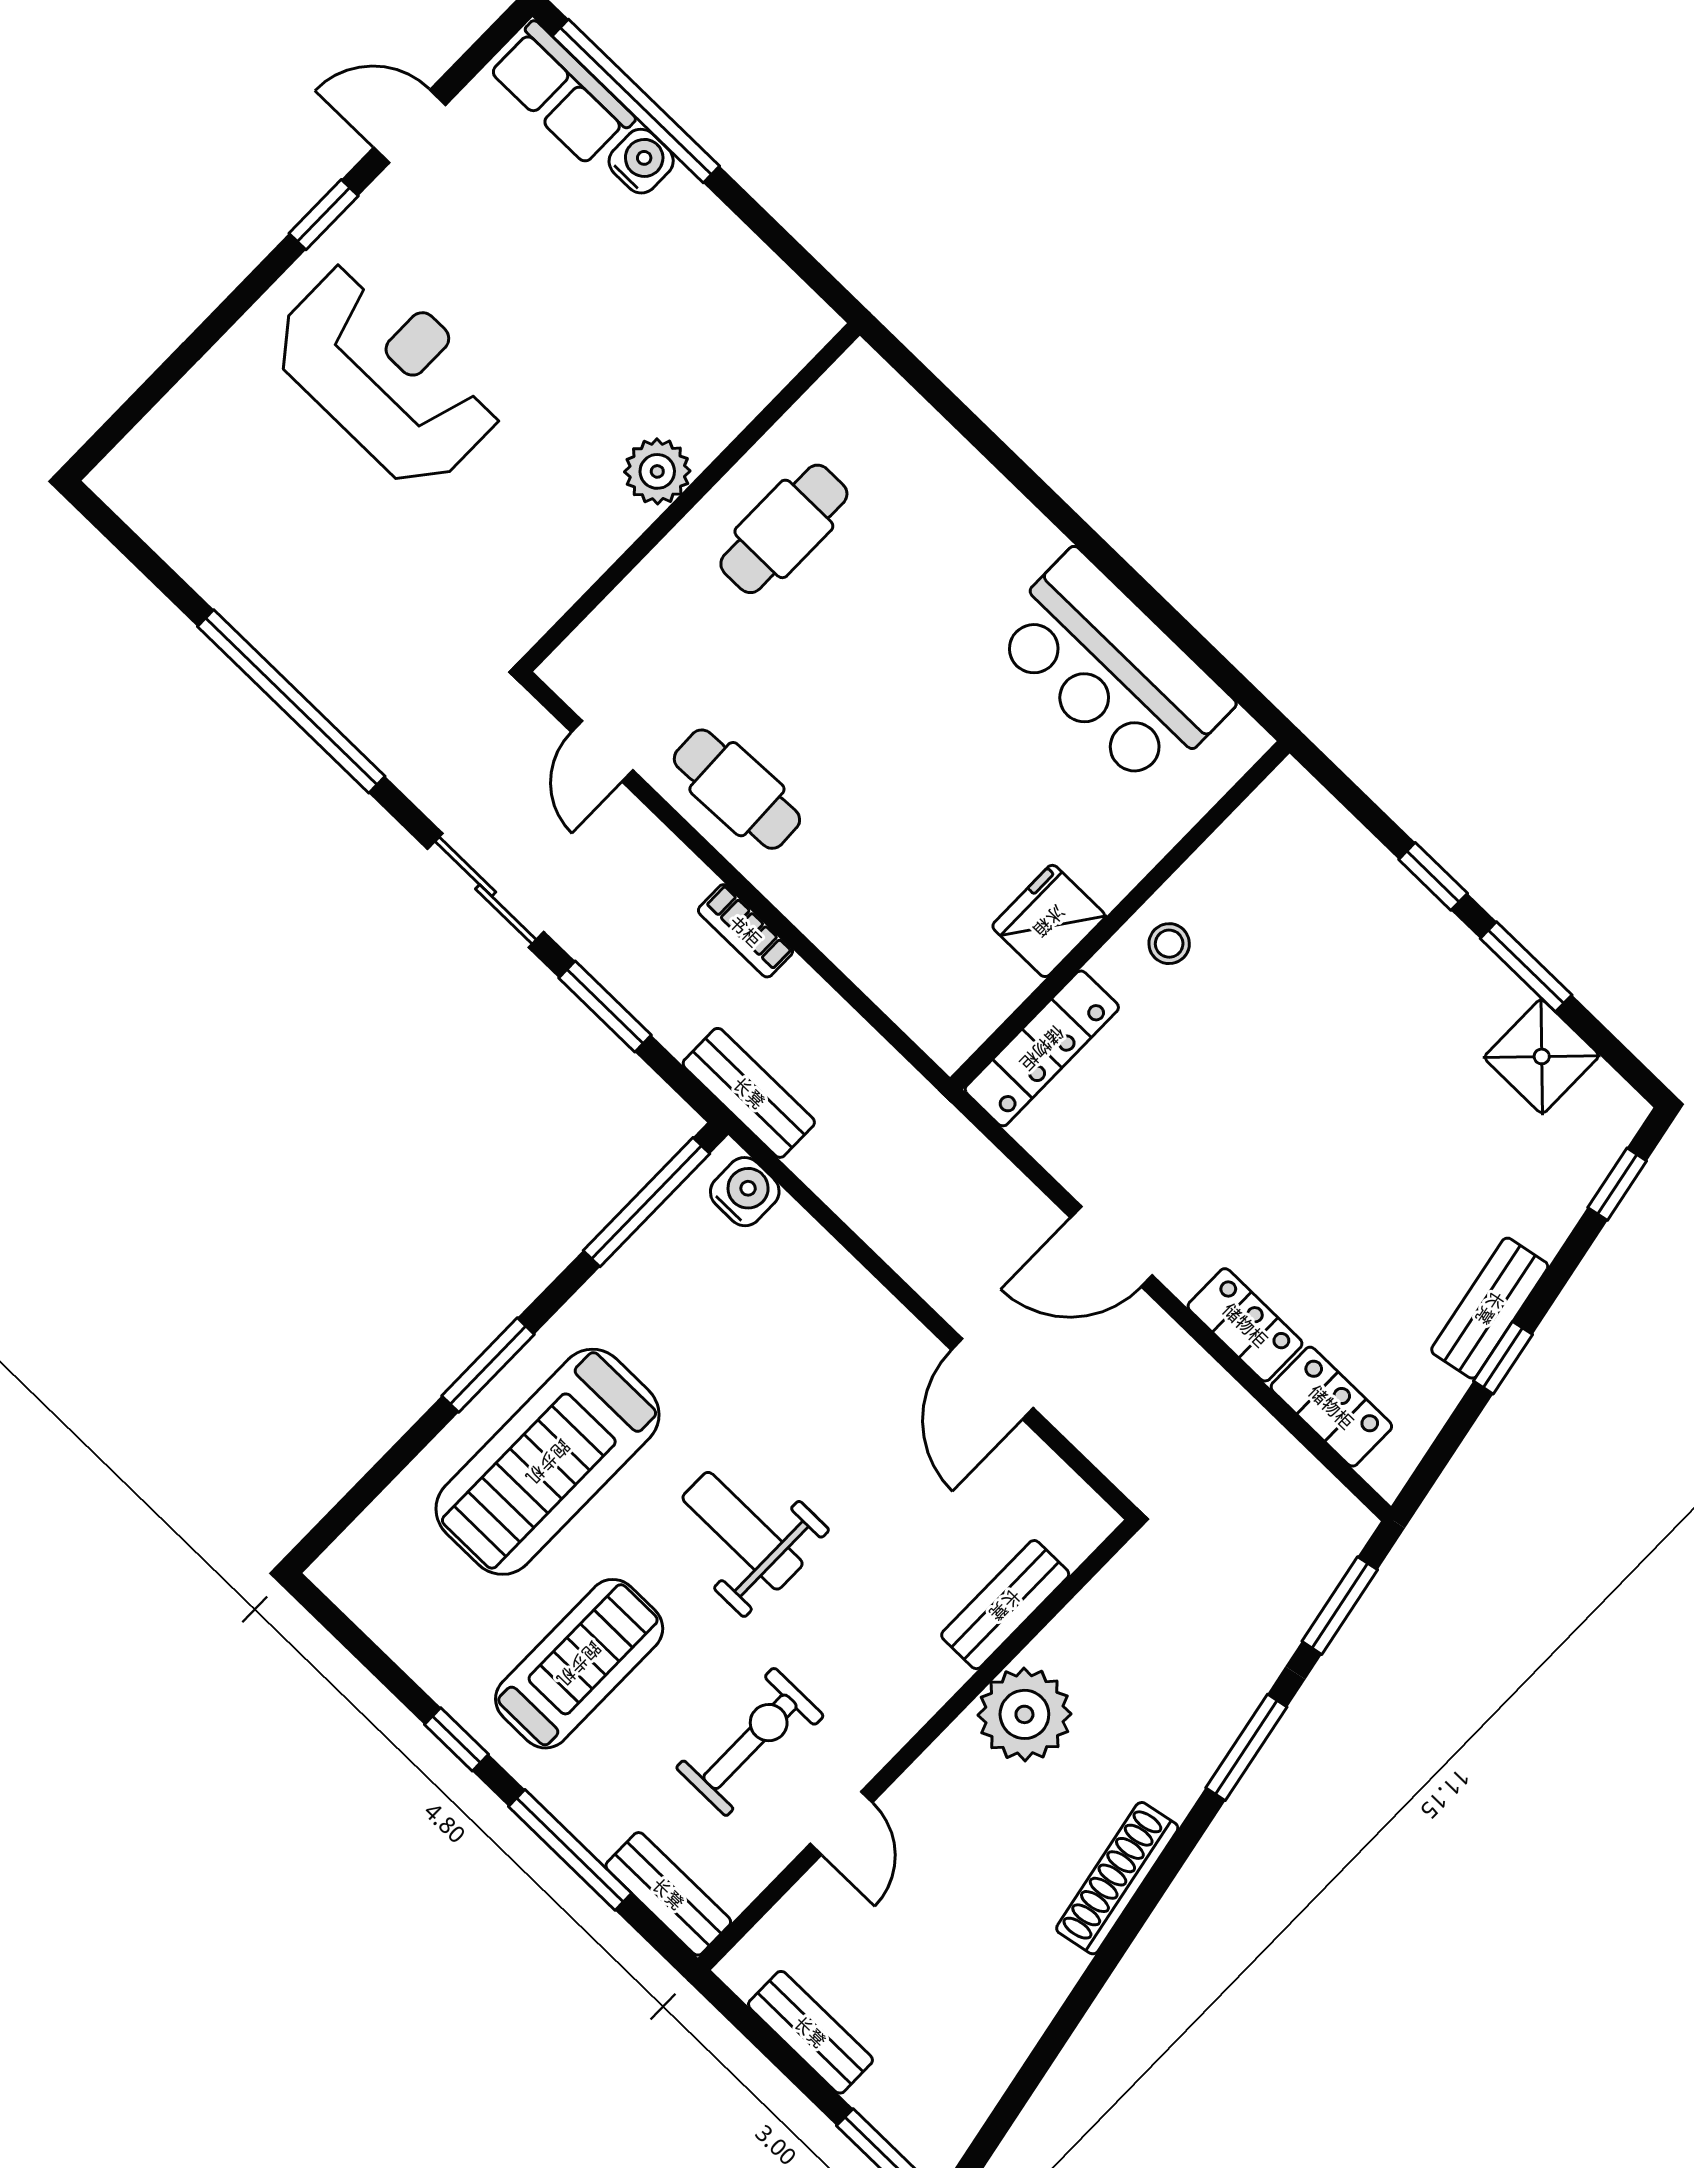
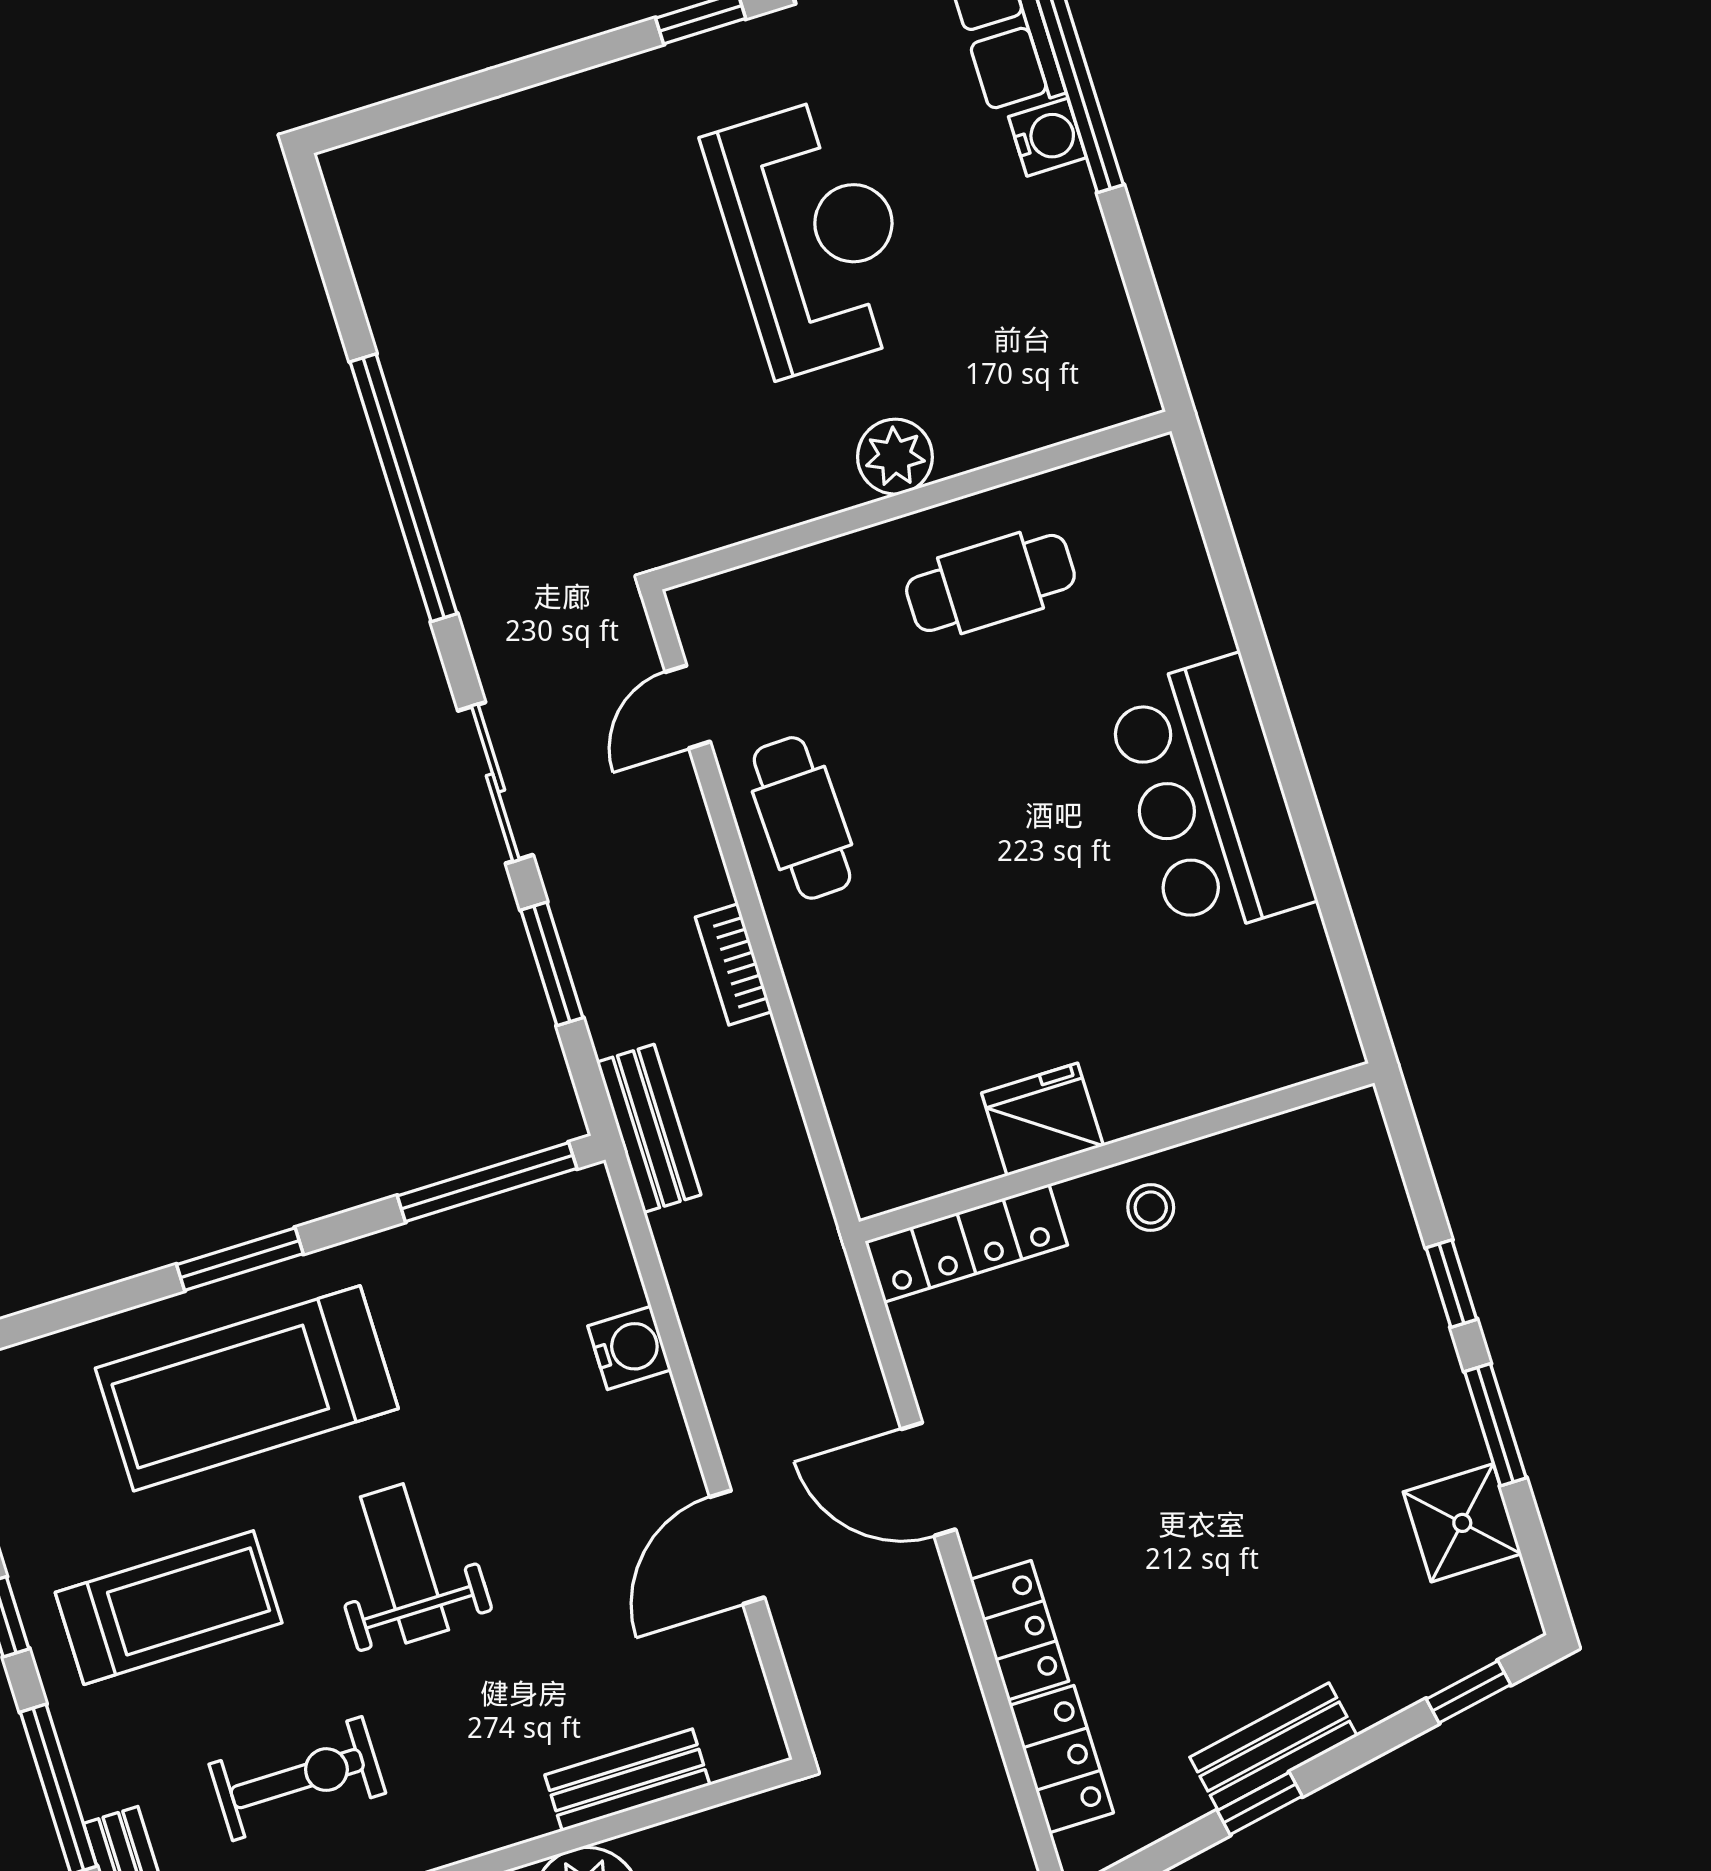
reception desk: (389, 373) -> (814, 236), moved
bar counter: (1112, 669) -> (1210, 798), moved
water cooler: (745, 1192) -> (629, 1348), moved

